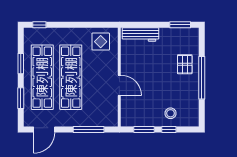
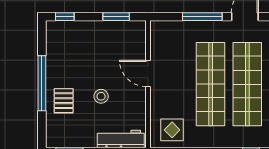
stool: (171, 113) -> (101, 96), moved
window: (89, 129) -> (202, 17), moved
window: (169, 129) -> (65, 17), moved

